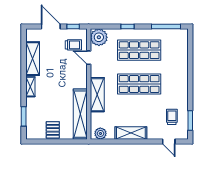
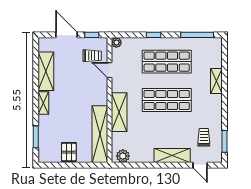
plant: (99, 37) -> (116, 42), width x0.53, depth x0.53
shelving: (183, 67) -> (216, 81), added
shelving: (131, 133) -> (172, 156), moved

